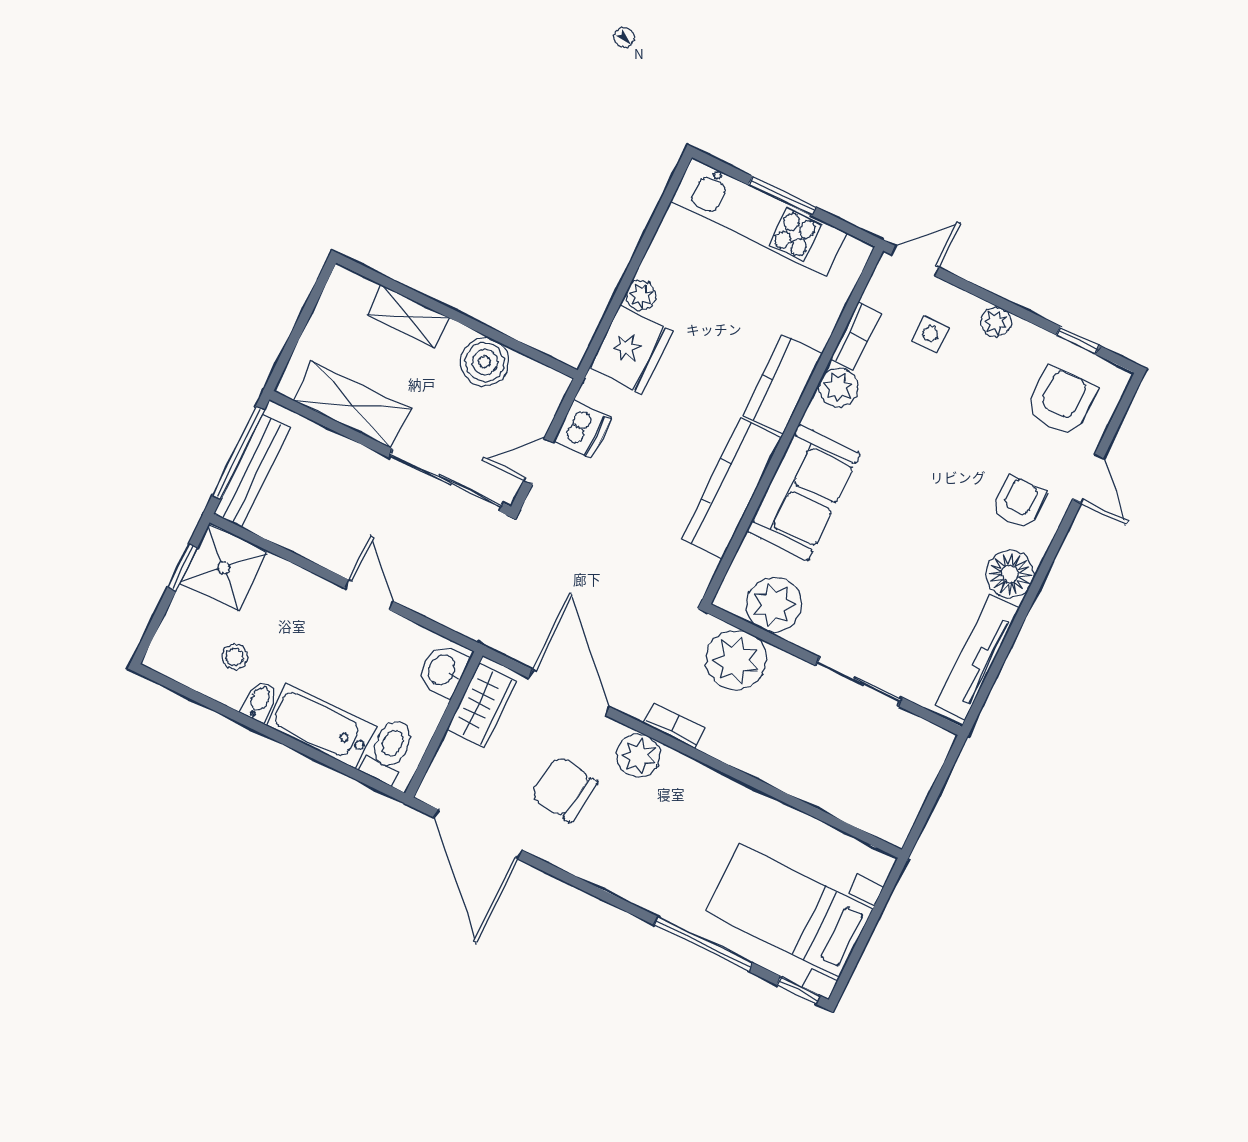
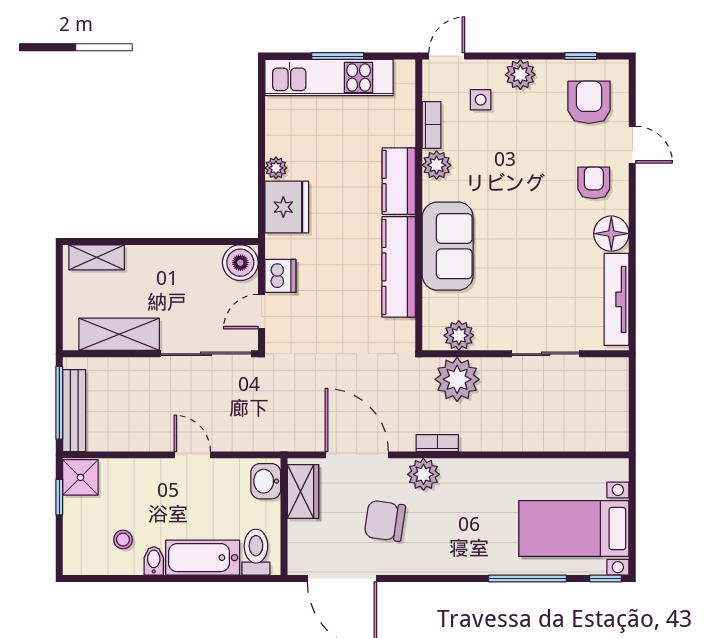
shelving: (409, 317) -> (97, 257), moved
plant: (996, 322) -> (520, 75), width x1.38, depth x1.38
boiler: (485, 362) -> (240, 263), moved
shower: (224, 568) -> (80, 477), width x0.73, depth x0.73
plant: (774, 604) -> (459, 335), width x0.73, depth x0.73

